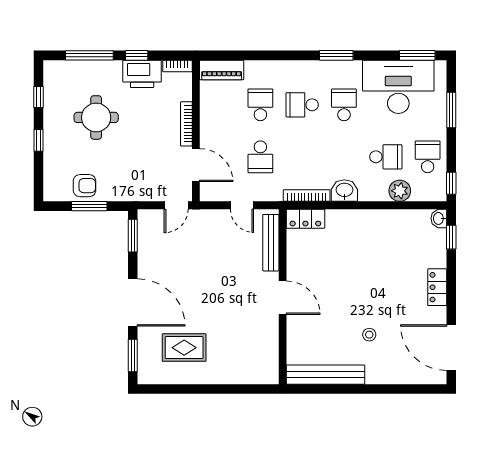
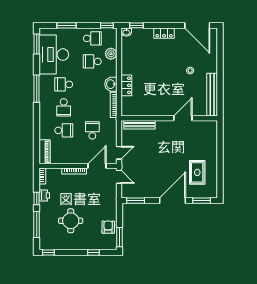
window: (336, 55) -> (37, 89), width x1.44
printer: (142, 74) -> (44, 195), width x0.53, depth x0.68
window: (38, 97) -> (48, 252), moved
school desk: (260, 105) -> (64, 130), turned 180
window: (38, 140) -> (93, 252), moved
school desk: (260, 157) -> (92, 130), turned -90
school desk: (386, 157) -> (92, 61), turned -90
school desk: (428, 157) -> (92, 38), turned 180
door: (242, 205) -> (119, 153), moved
window: (89, 206) -> (119, 237), moved
locker: (305, 219) -> (126, 85), moved
door: (283, 298) -> (183, 118), moved
door: (451, 348) -> (197, 25), hinge flipped

